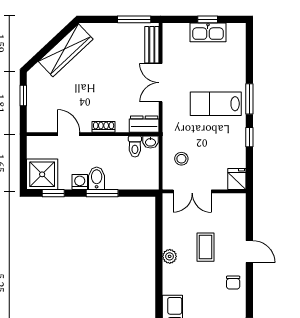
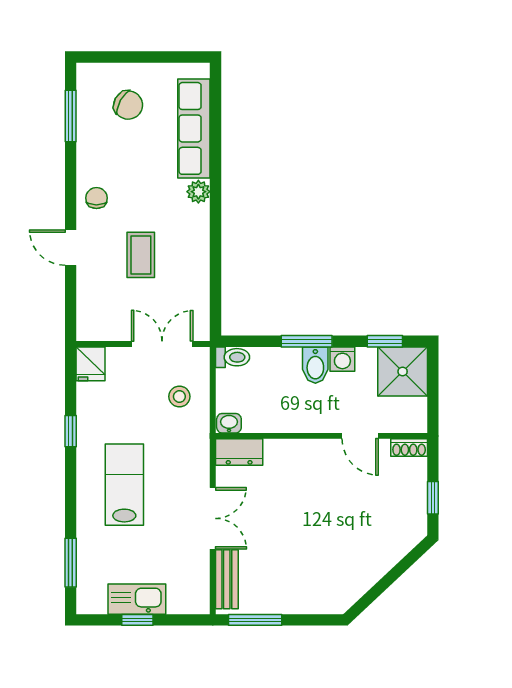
wardrobe: (66, 50) -> (365, 570), removed
window: (249, 99) -> (71, 563), moved
lab bench: (216, 104) -> (124, 485), turned -90
shoe rack: (104, 127) -> (409, 448), moved
toilet: (135, 146) -> (232, 357), moved, turned 90
plant: (170, 256) -> (198, 192), moved

